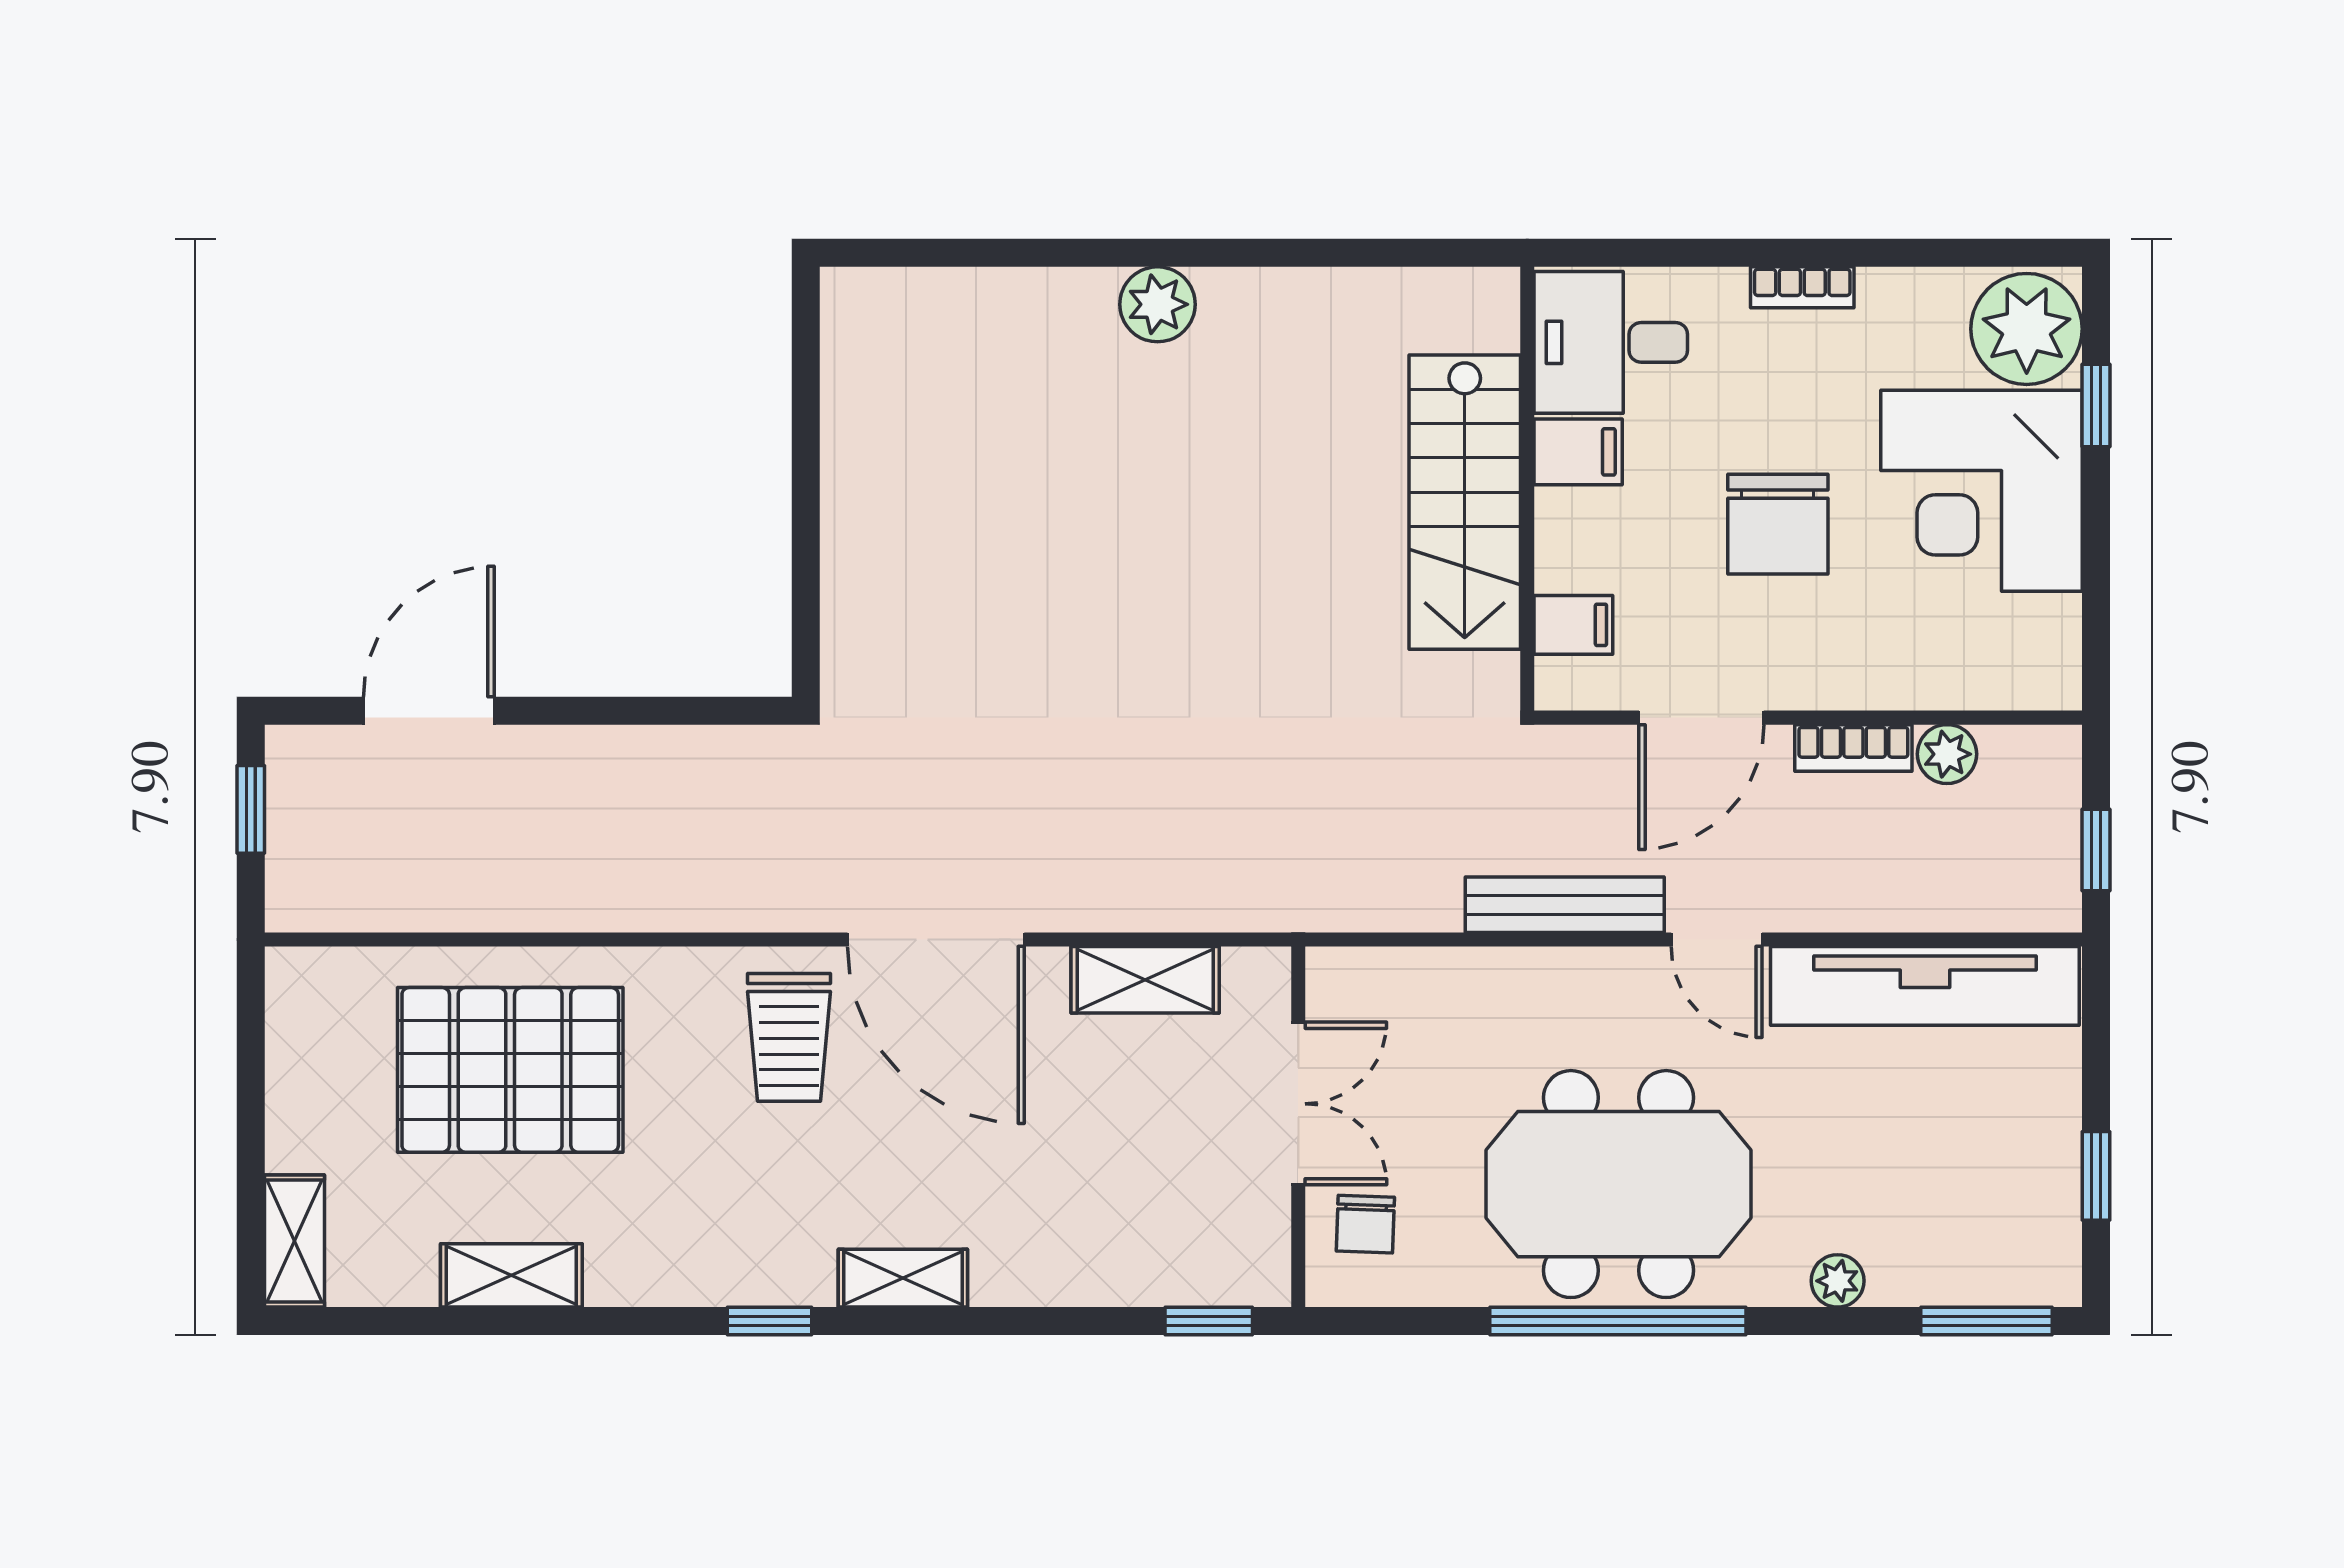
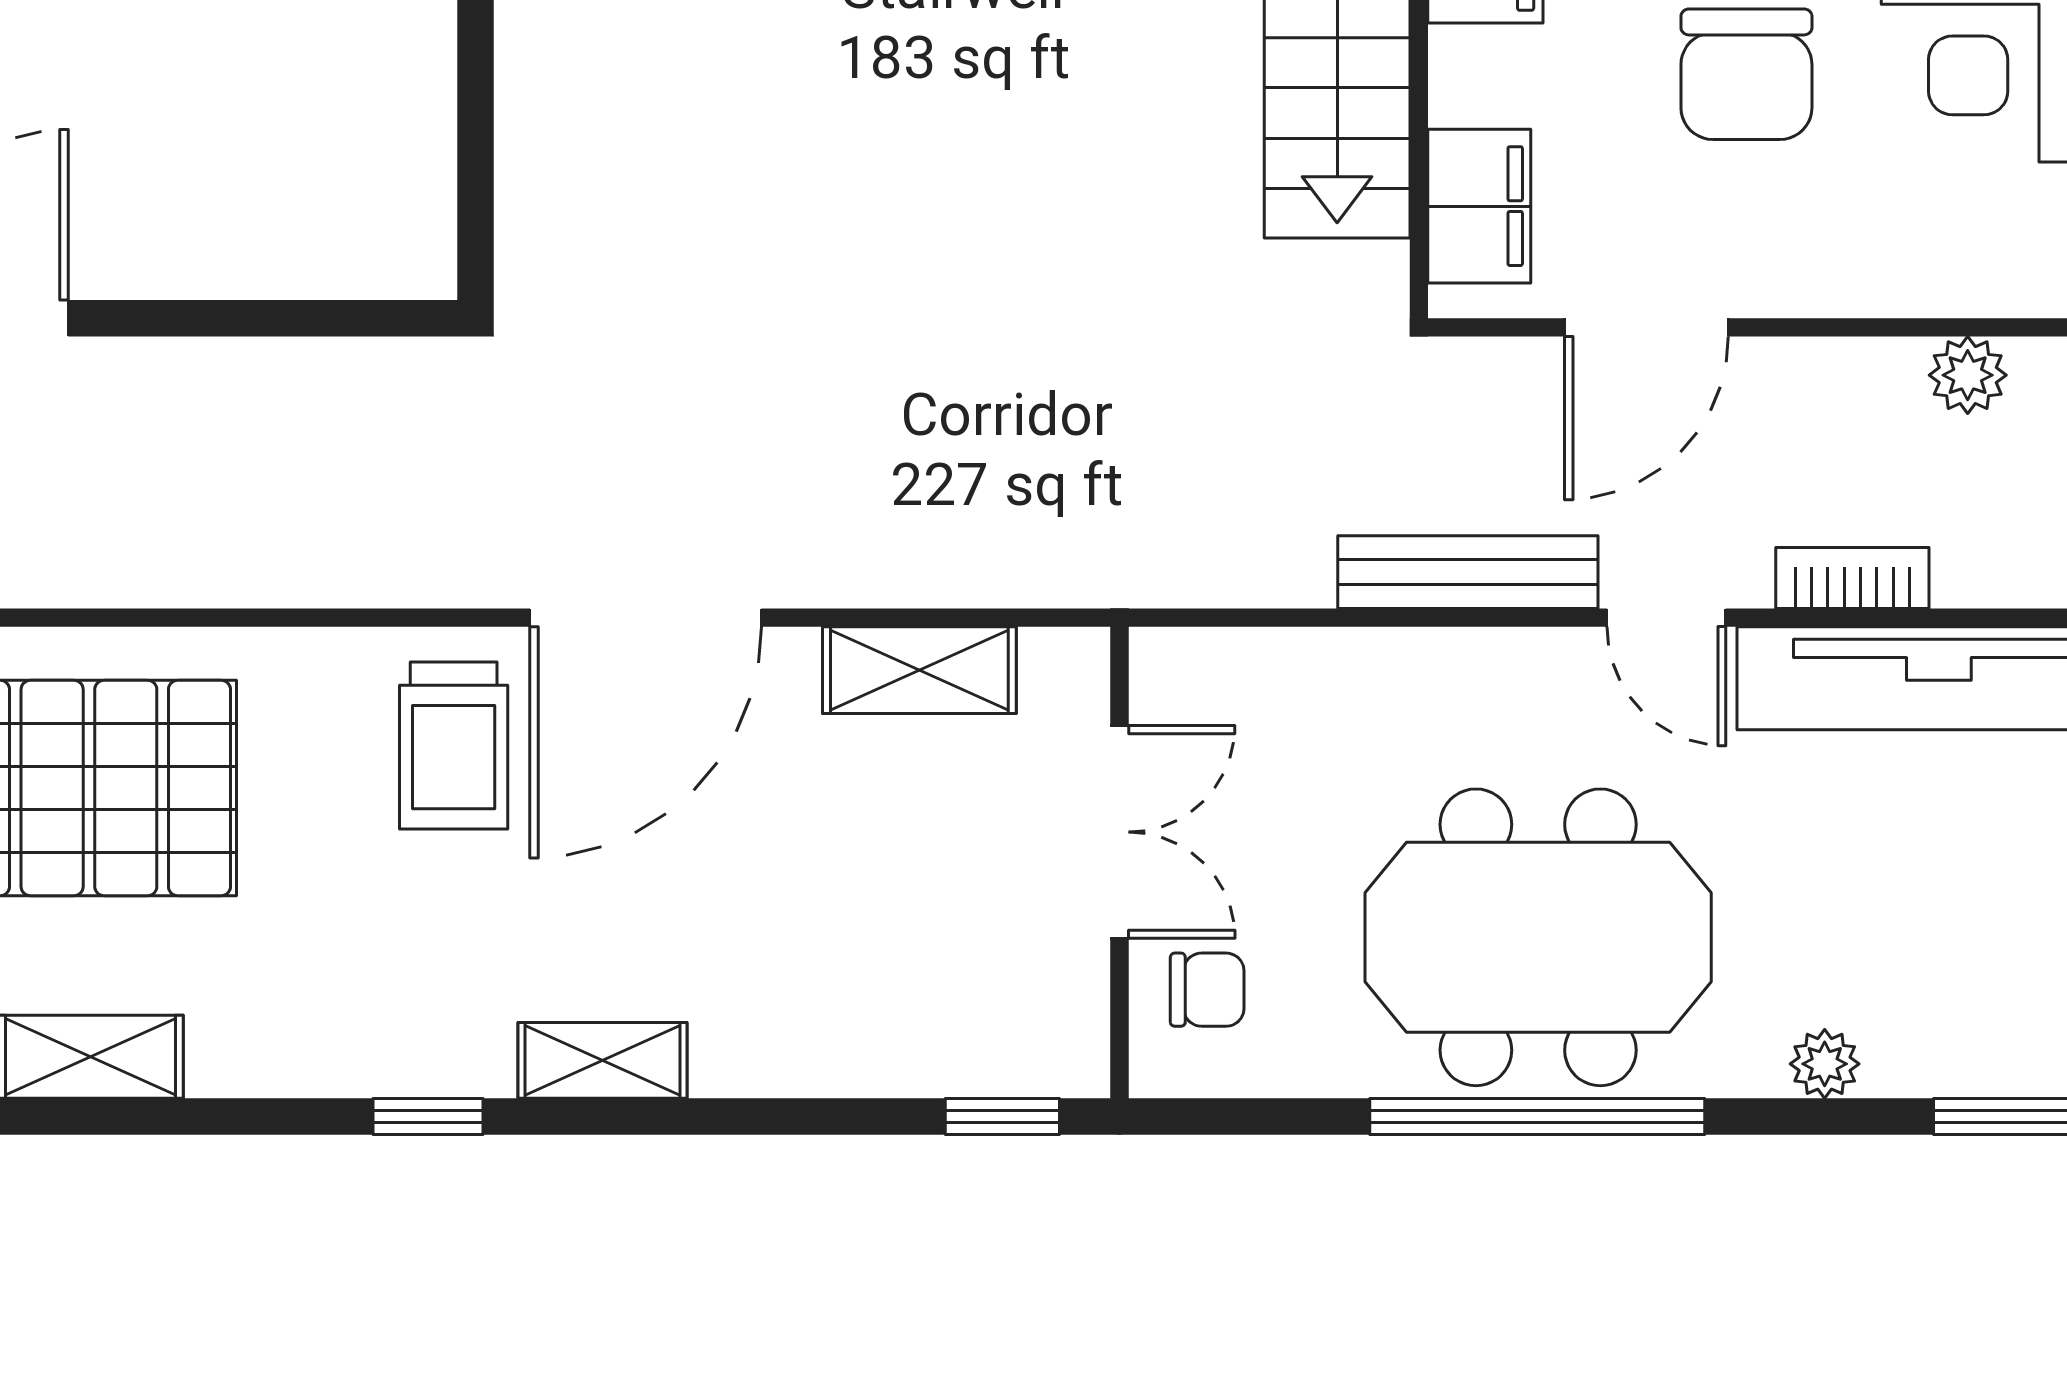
filing cabinet: (1573, 625) -> (1479, 206), width x2.00
bookcase: (1853, 748) -> (1852, 578), moved, turned 180
door: (936, 940) -> (646, 618), hinge flipped
chair: (1365, 1224) -> (1207, 990), turned -92

